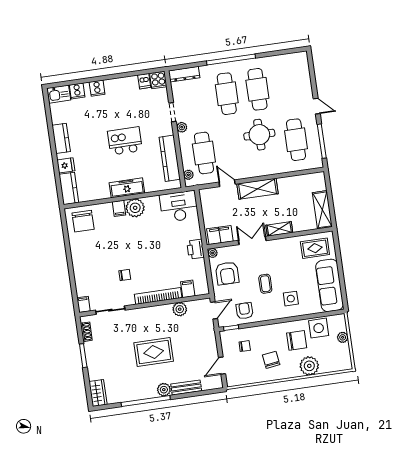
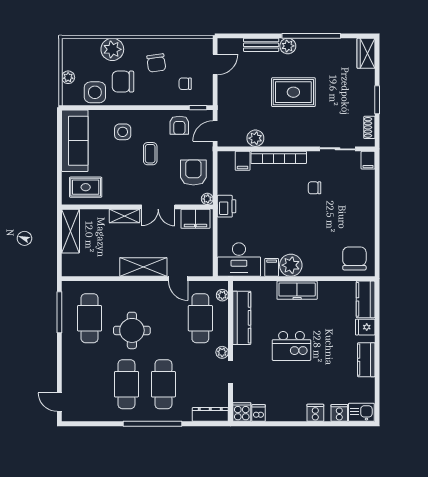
door: (317, 106) -> (59, 402), moved
filing cabinet: (119, 208) -> (272, 267), moved

